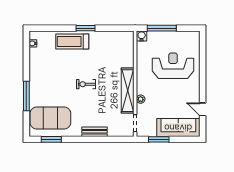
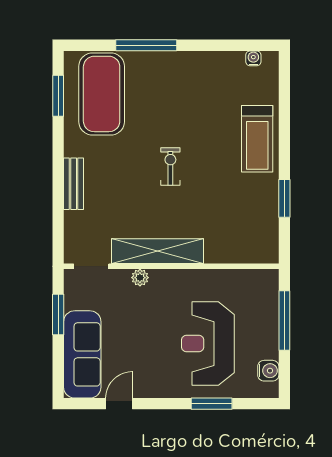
window: (86, 28) -> (284, 198), moved
water cooler: (142, 36) -> (268, 371), moved
treadmill: (72, 42) -> (257, 139), turned 180
window: (203, 64) -> (212, 404), added
reception desk: (173, 66) -> (208, 344), turned 180

